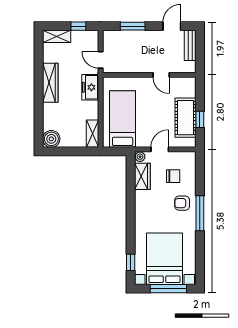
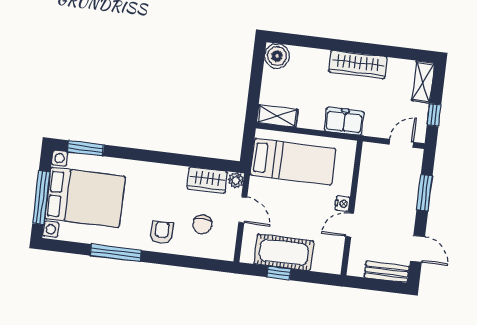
door: (101, 60) -> (401, 143), moved
nightstand: (147, 82) -> (343, 204), added
window: (200, 213) -> (116, 253), moved
window: (131, 262) -> (86, 148), width x1.50

